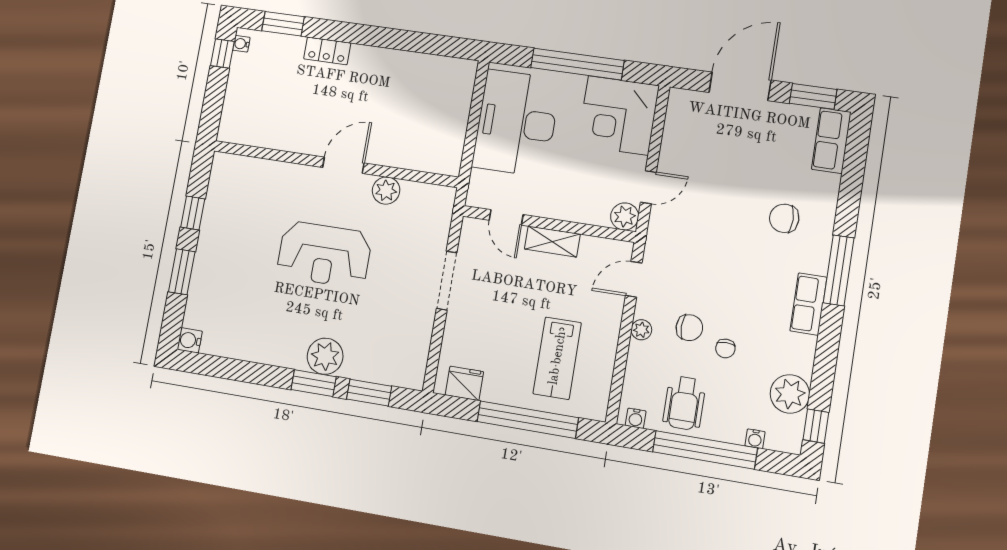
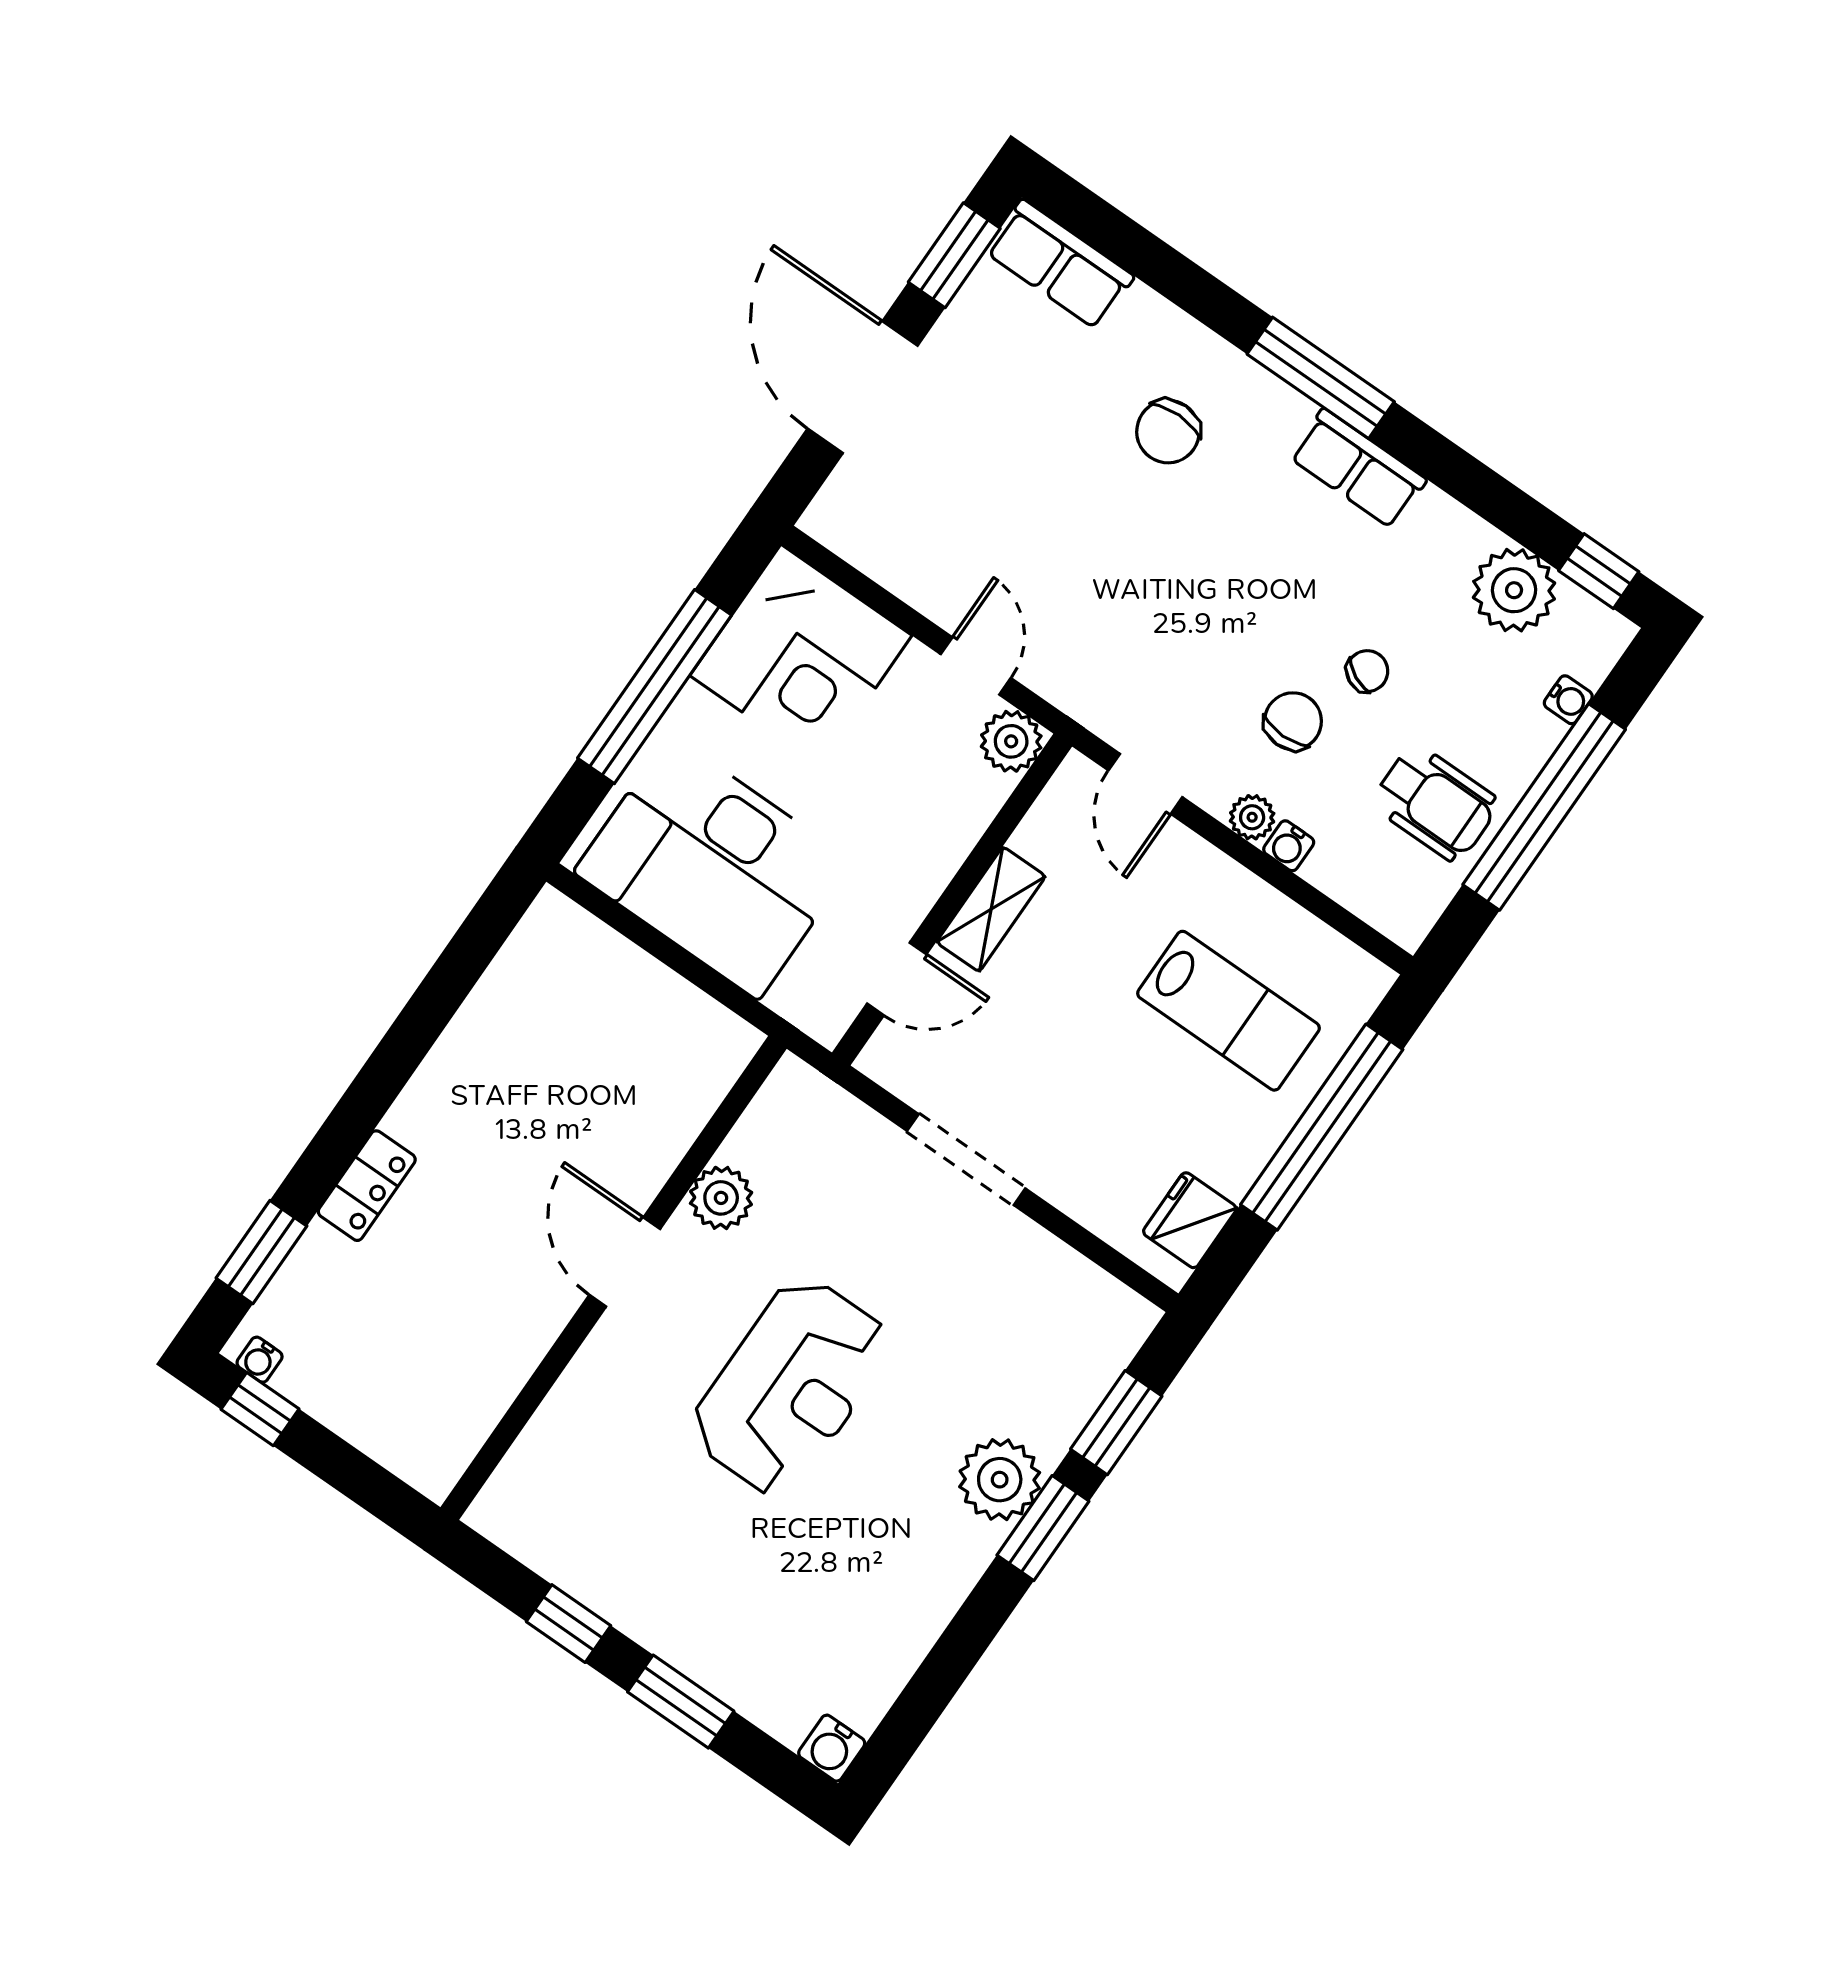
chair: (725, 348) -> (1367, 671), turned -64
water cooler: (636, 418) -> (1289, 846), moved, turned 90

